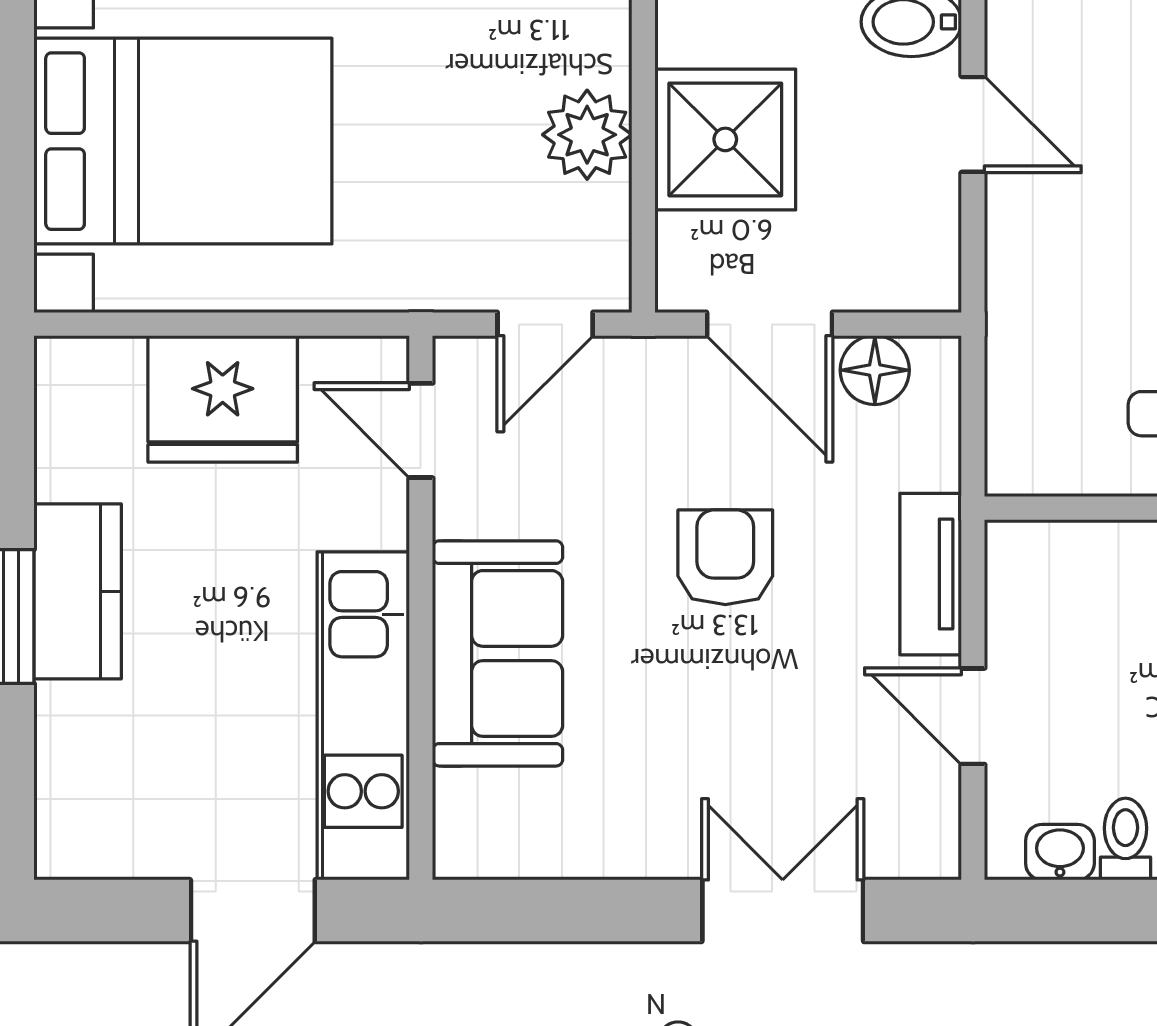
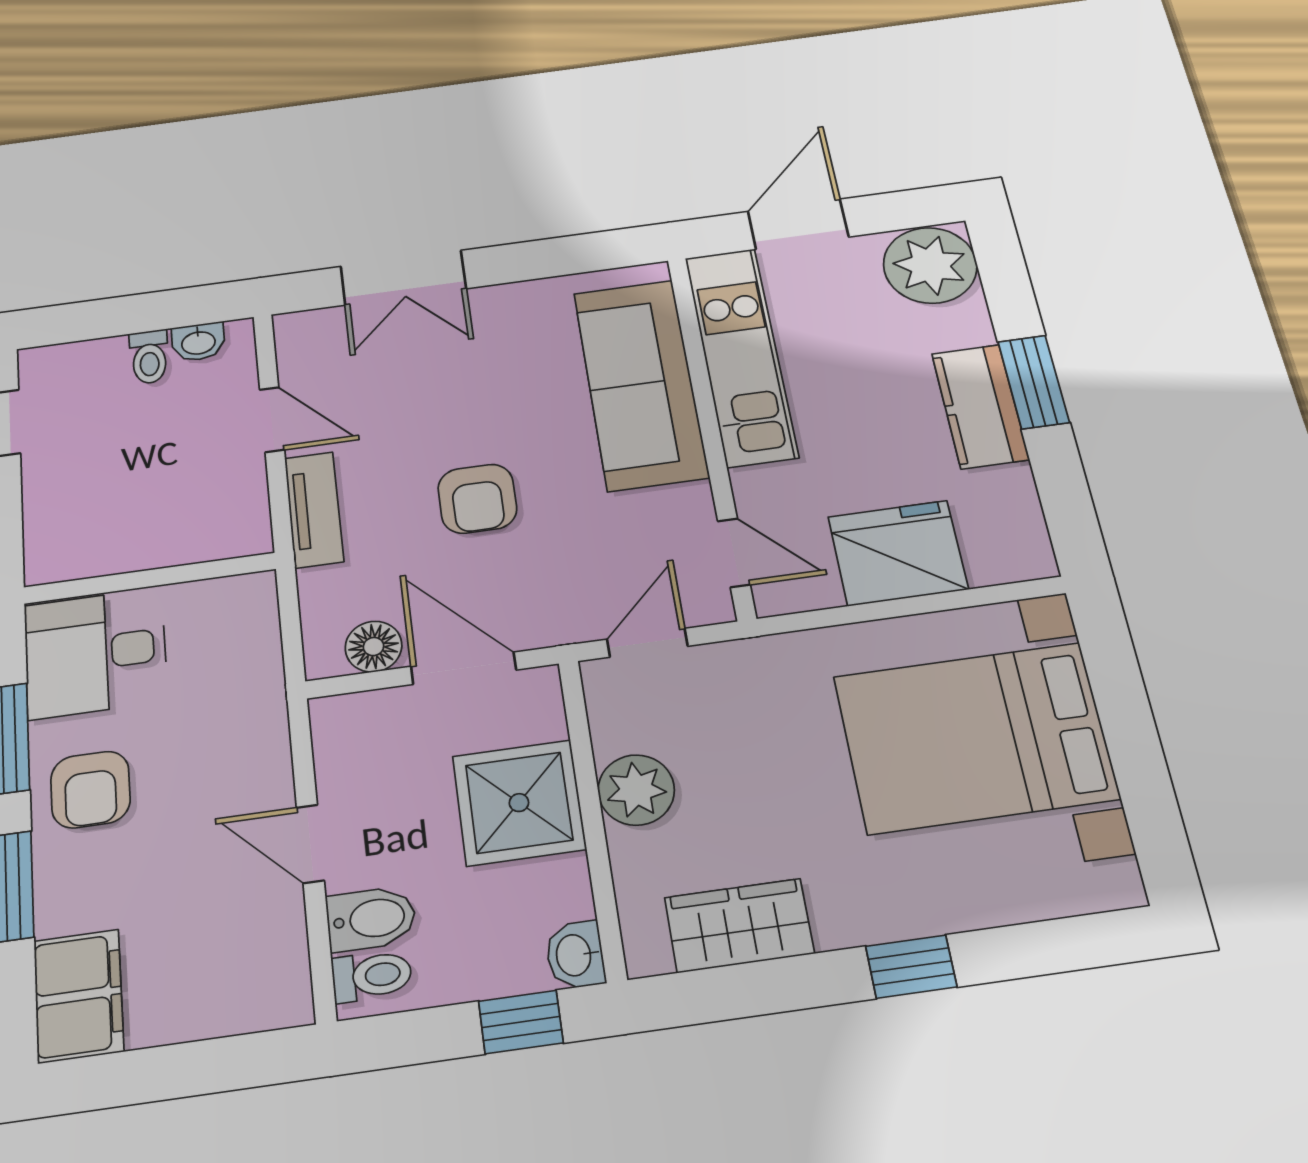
sofa: (498, 653) -> (640, 384), width x1.36
plant: (95, 816) -> (930, 265), added

